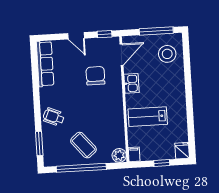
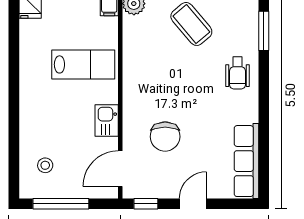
door: (76, 36) -> (193, 204), hinge flipped
stool: (167, 54) -> (45, 165), width x0.53, depth x0.53
wheelchair: (54, 117) -> (238, 73), turned 67

